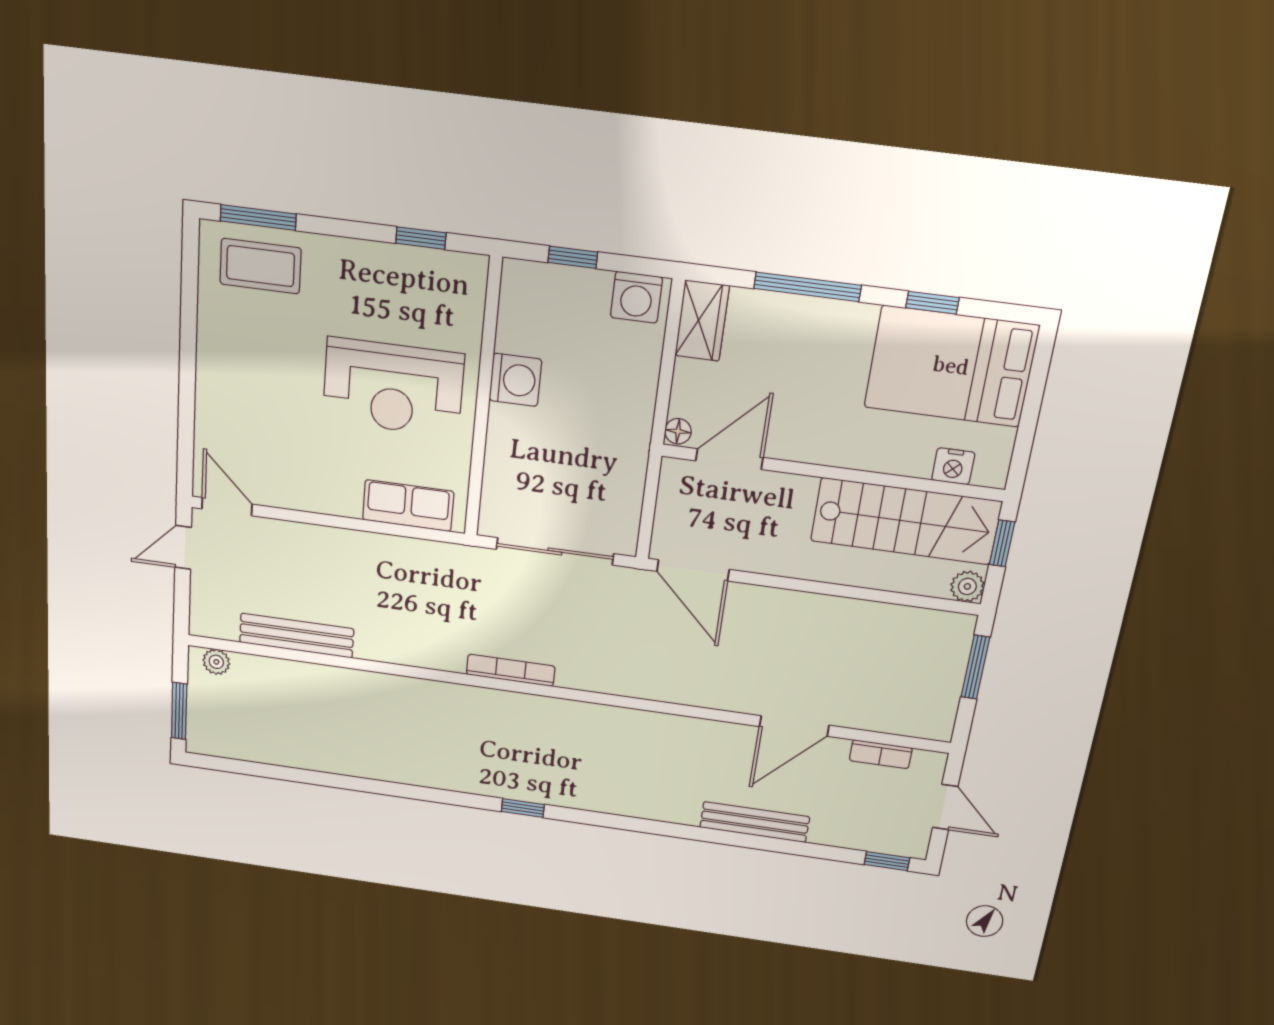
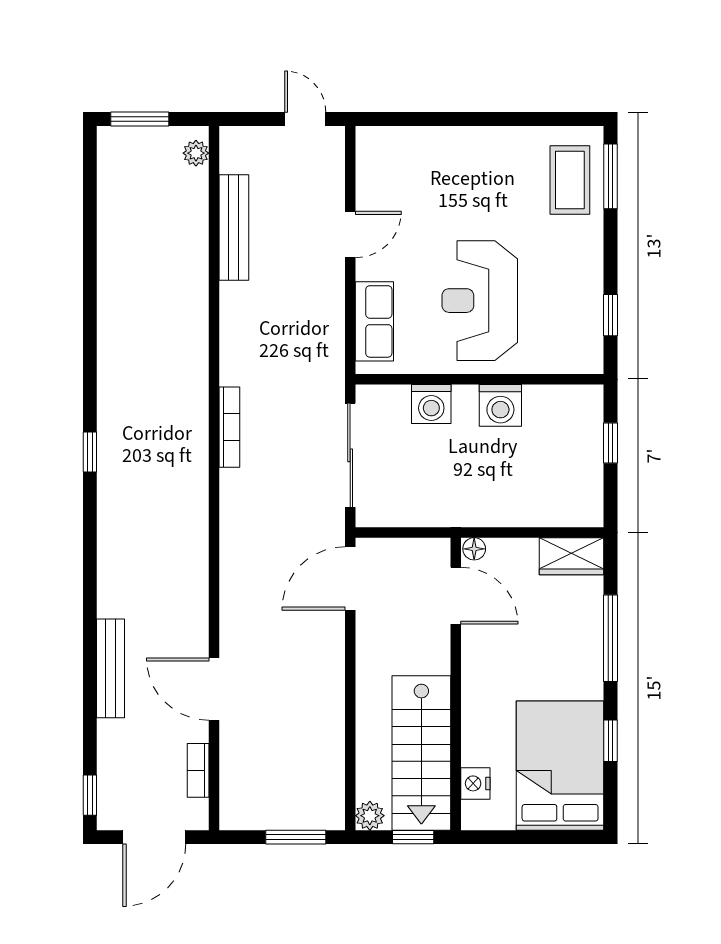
washing machine: (636, 297) -> (431, 404), moved, turned -90
door: (227, 507) -> (350, 234), moved
door: (945, 807) -> (154, 837), width x1.38

